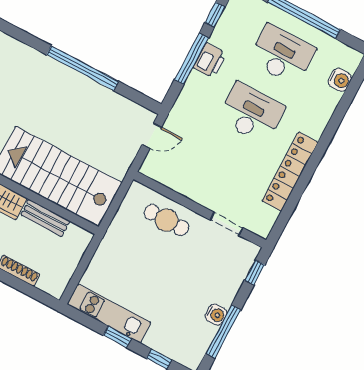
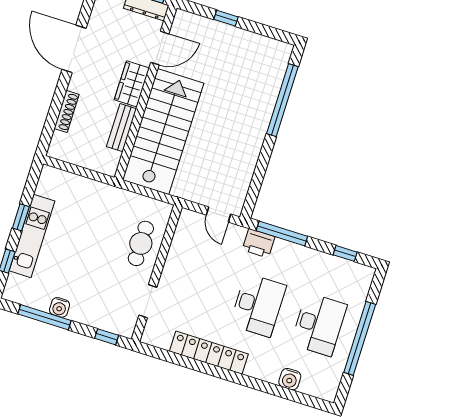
window: (192, 59) -> (282, 233), moved
printer: (210, 60) -> (259, 243), moved
window: (82, 68) -> (282, 100), moved
water cooler: (340, 80) -> (290, 379), moved
kitchen unit: (109, 313) -> (32, 236), moved

